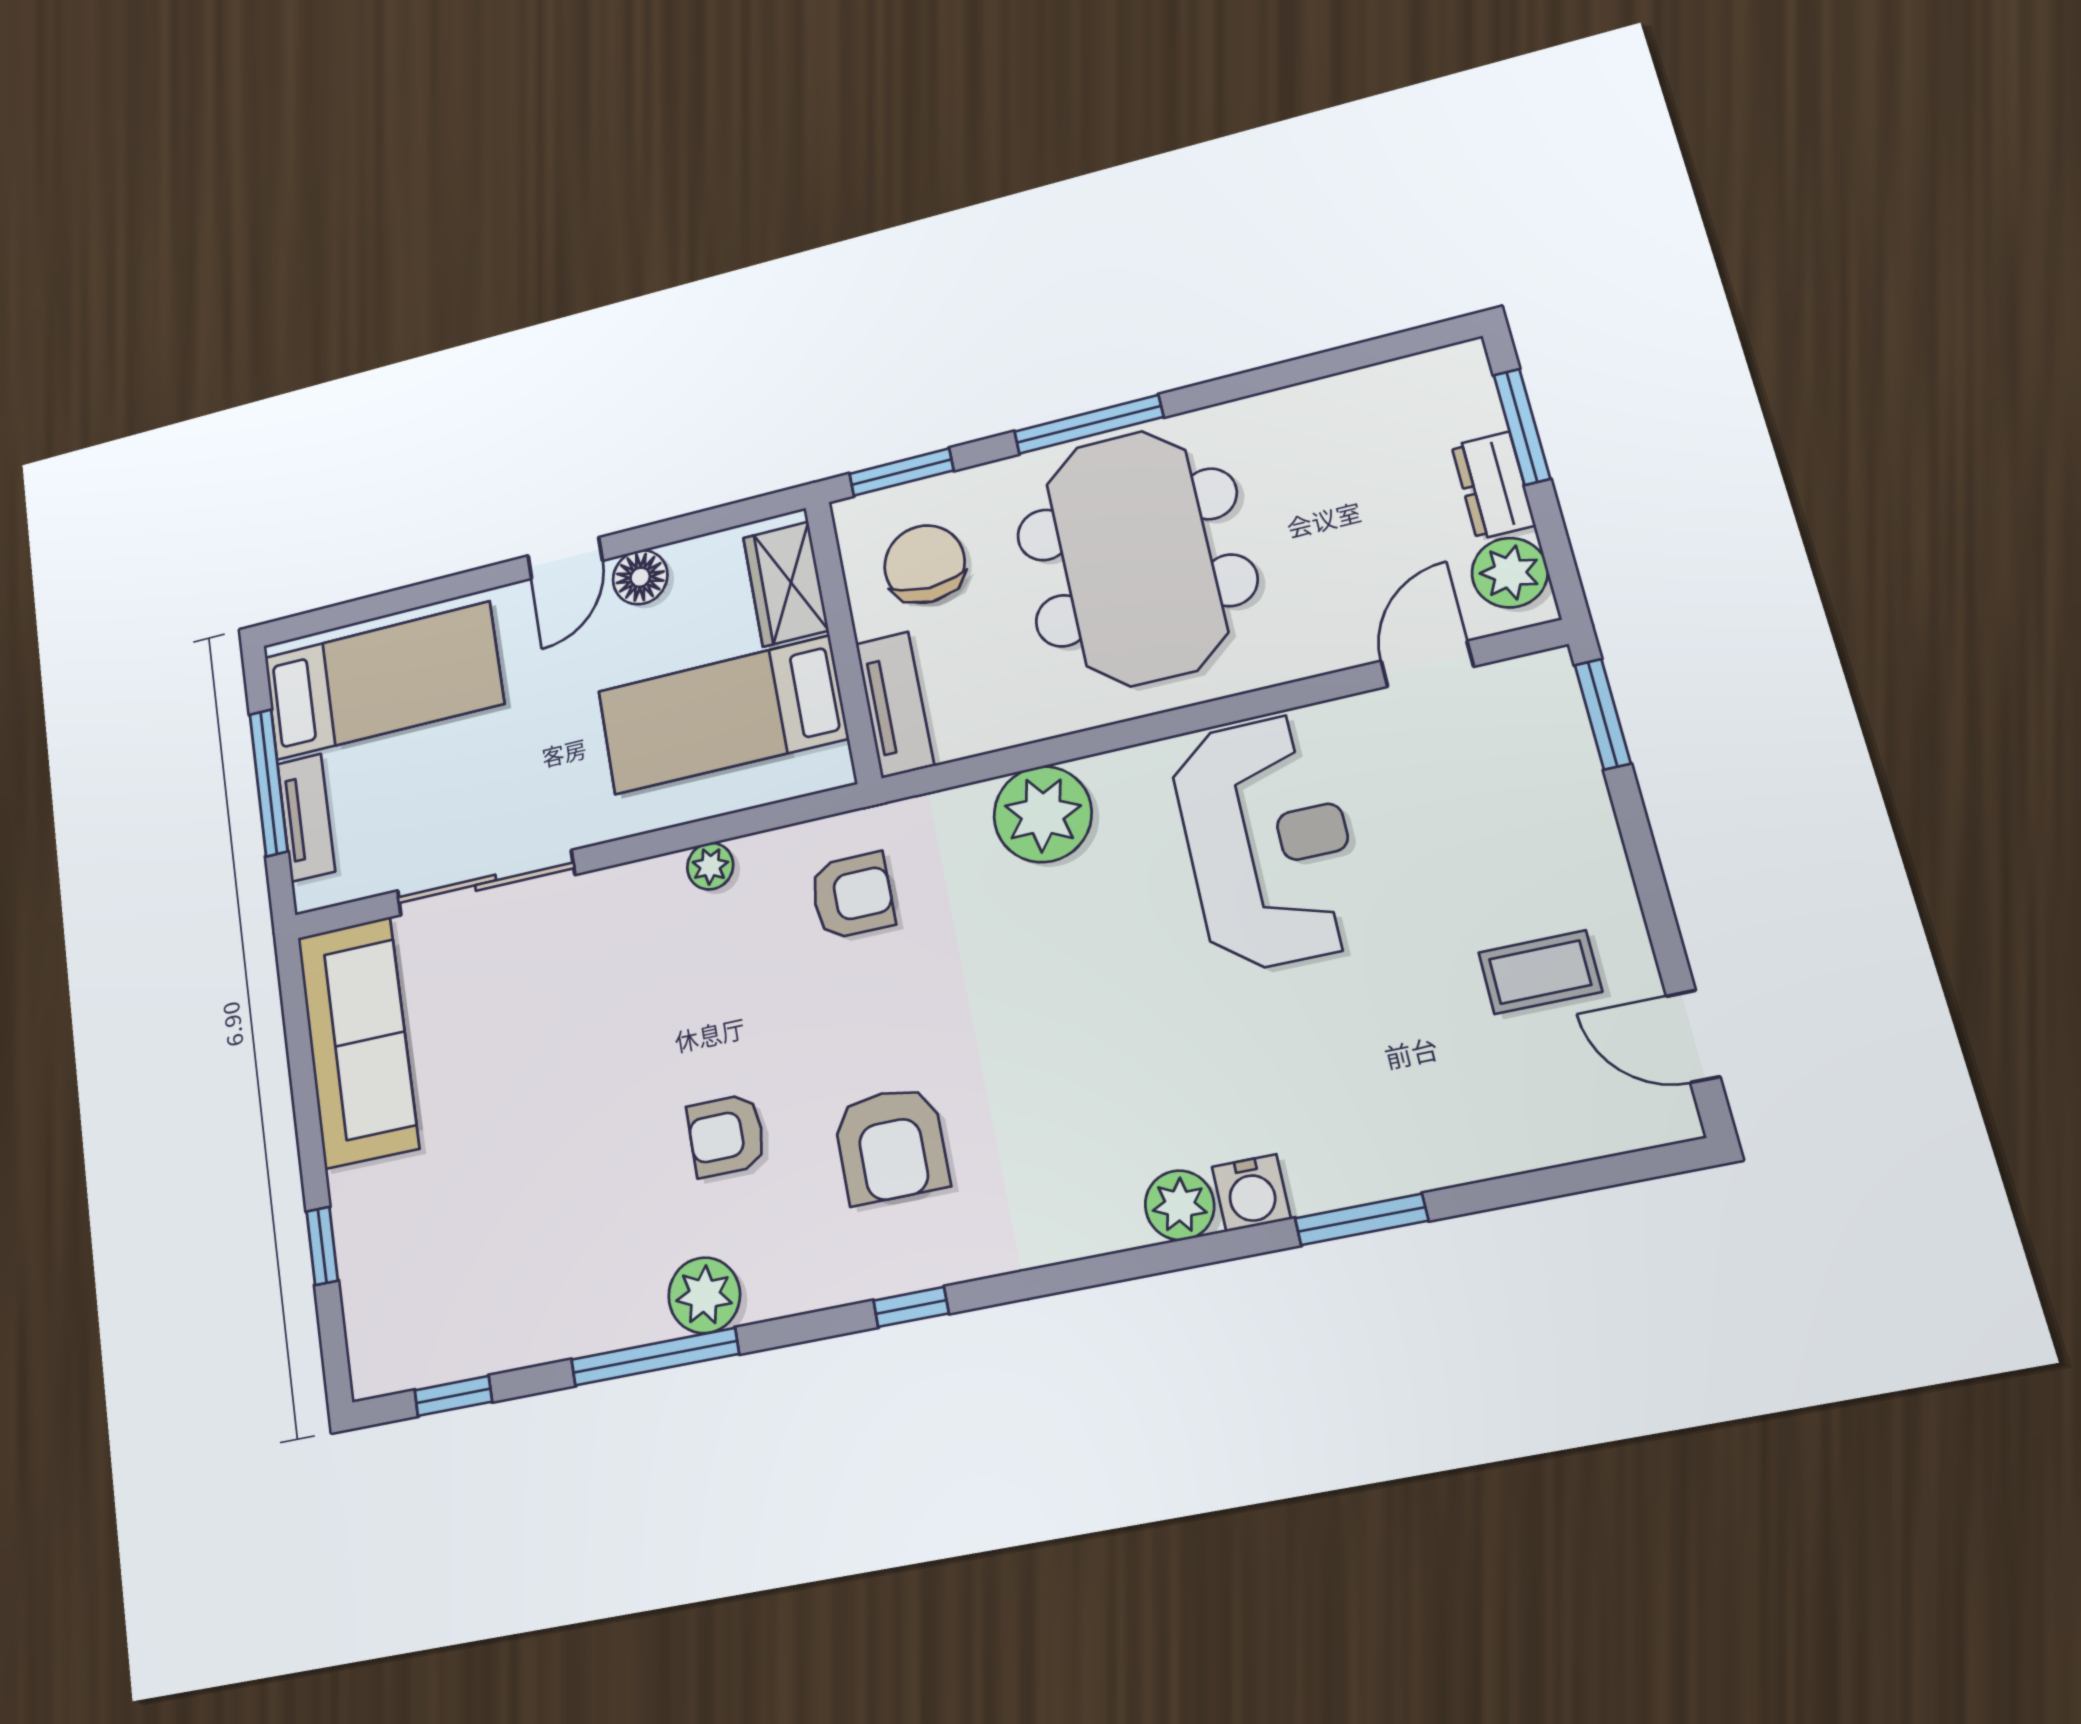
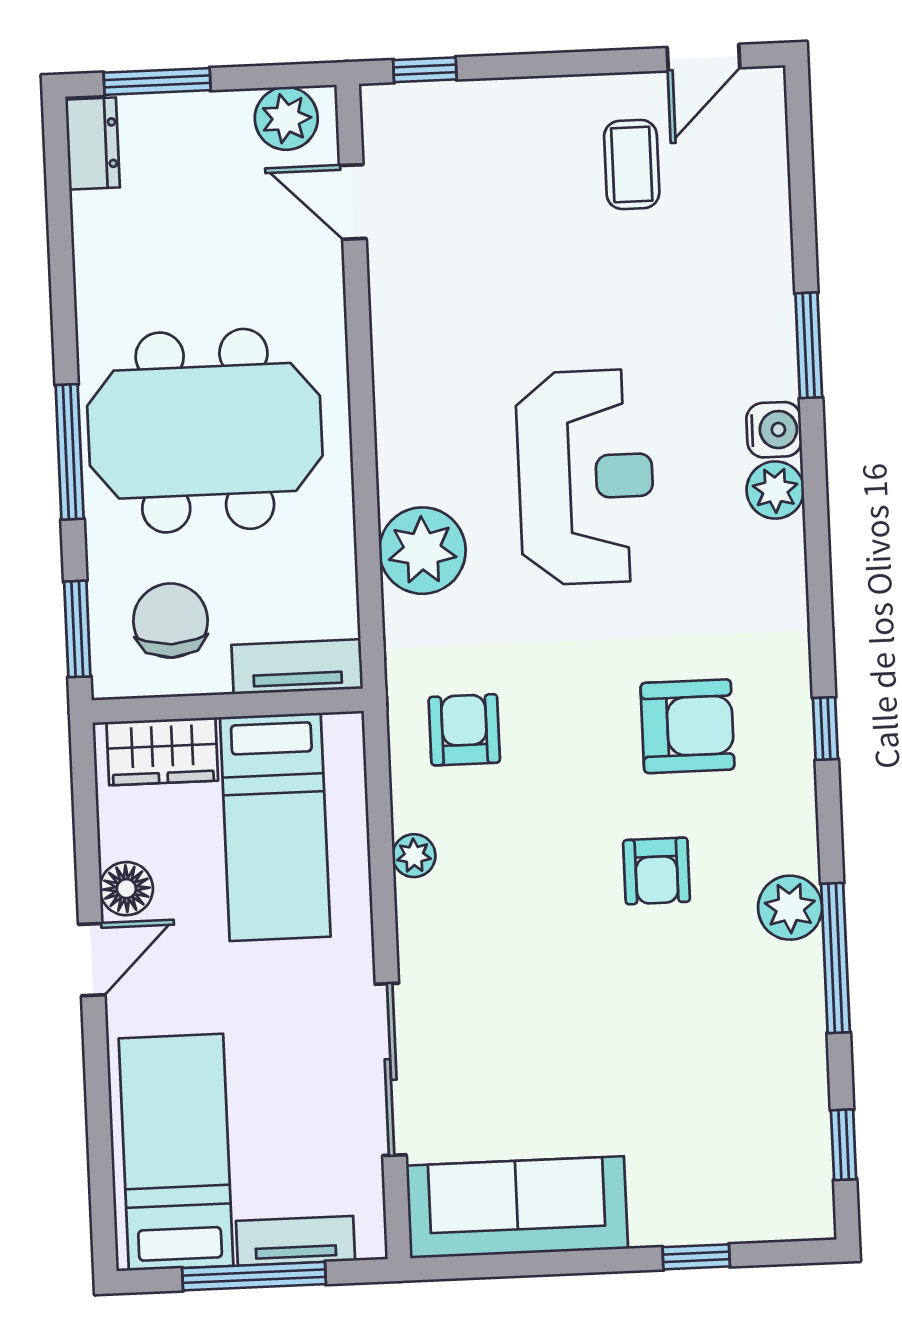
dresser: (1493, 485) -> (93, 143), moved, turned -90
door: (565, 558) -> (92, 960), hinge flipped
chair: (925, 564) -> (170, 621), turned 90
window: (1603, 714) -> (425, 70), width x0.67
reception desk: (1268, 842) -> (586, 477), moved, turned 90

